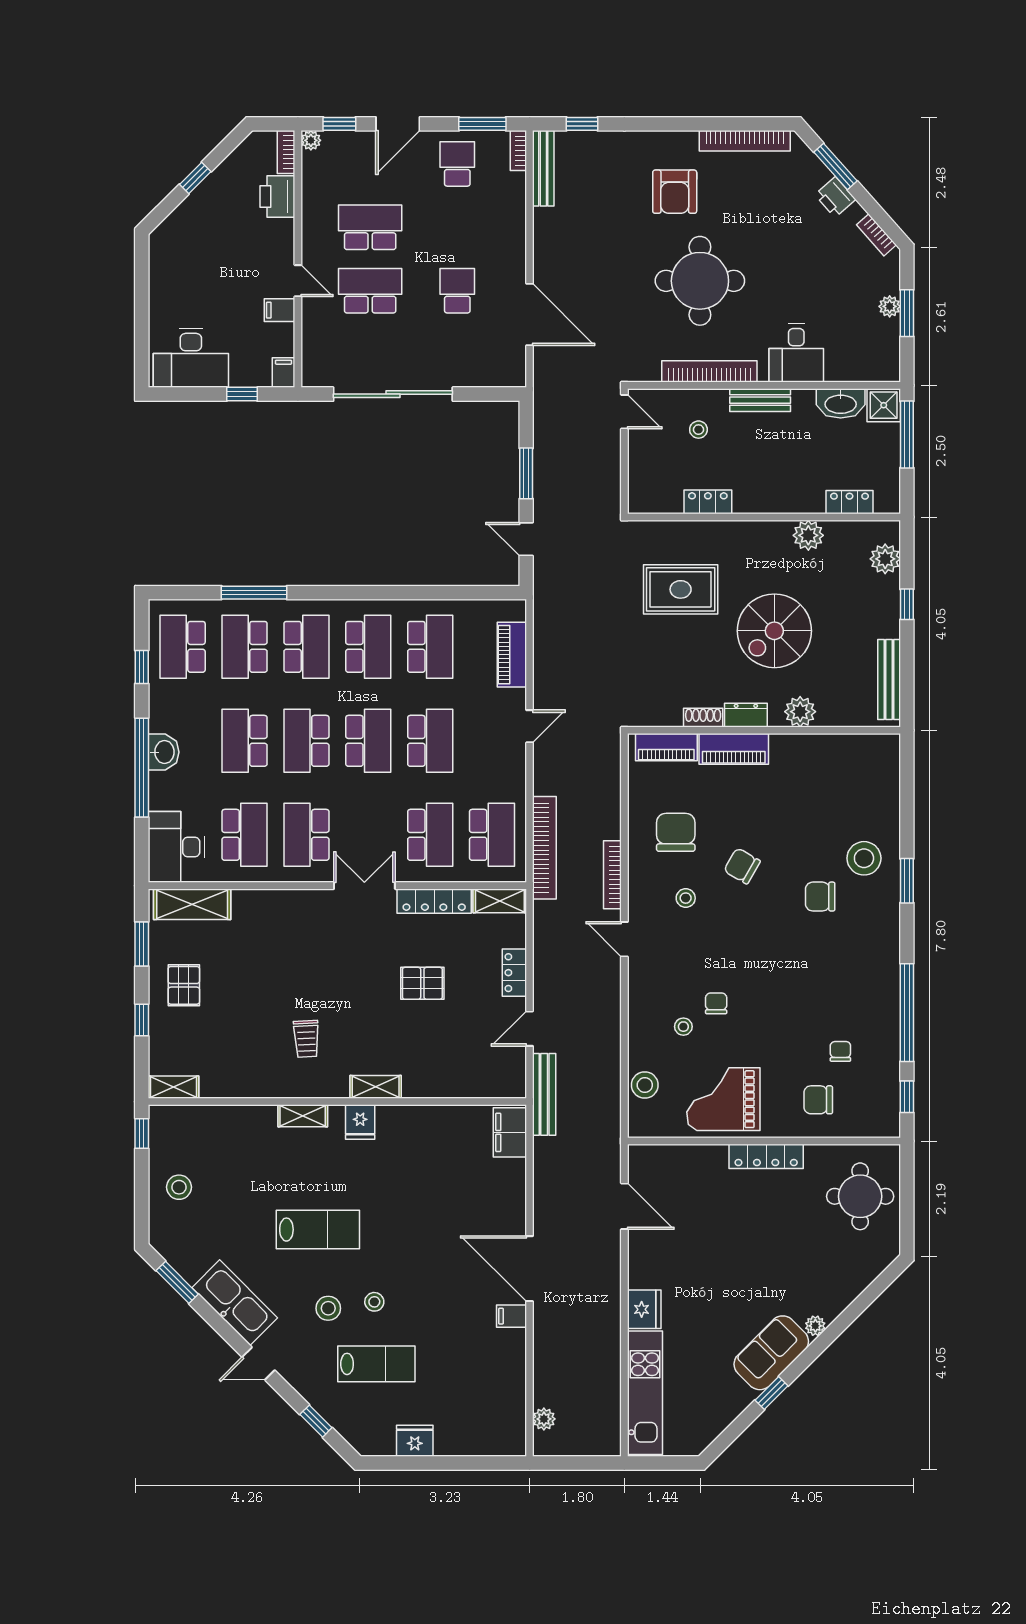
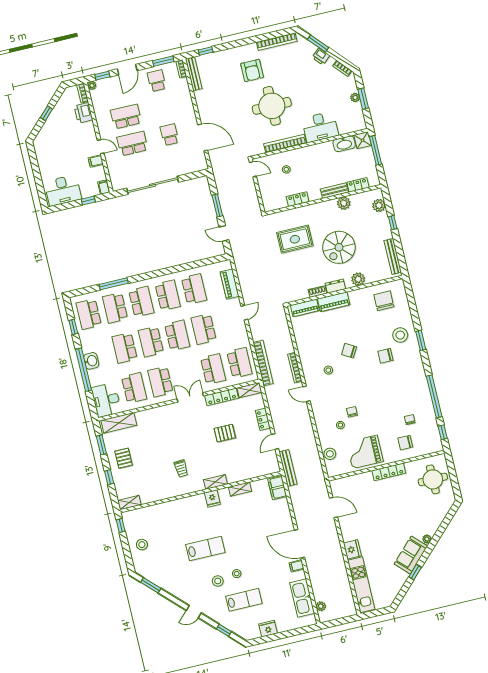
desk: (796, 353) -> (320, 127), width x1.37
bench: (760, 400) -> (334, 191), moved
school desk: (430, 741) -> (204, 329), turned 180
chair: (676, 832) -> (384, 301), moved
shelving: (303, 1116) -> (240, 489), moved
kitchen sink: (235, 1303) -> (302, 598), moved, turned -135

